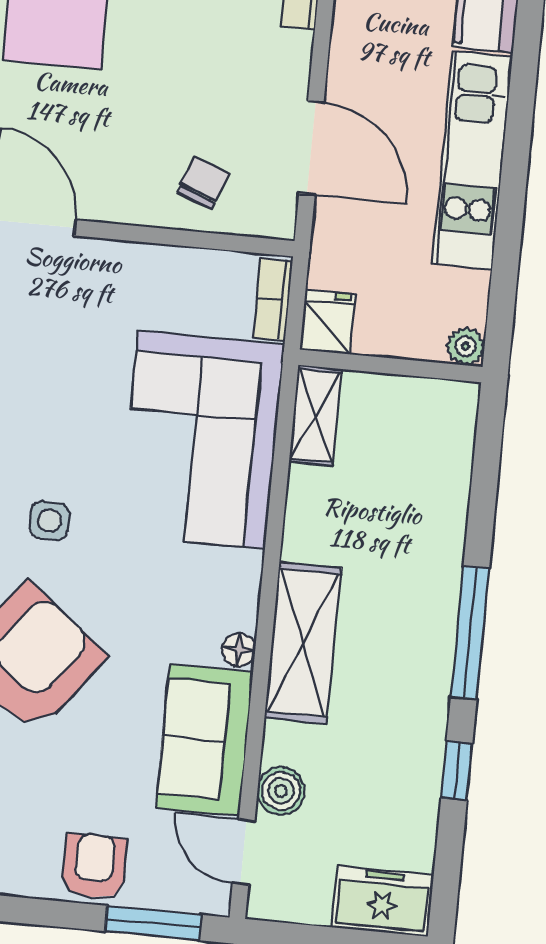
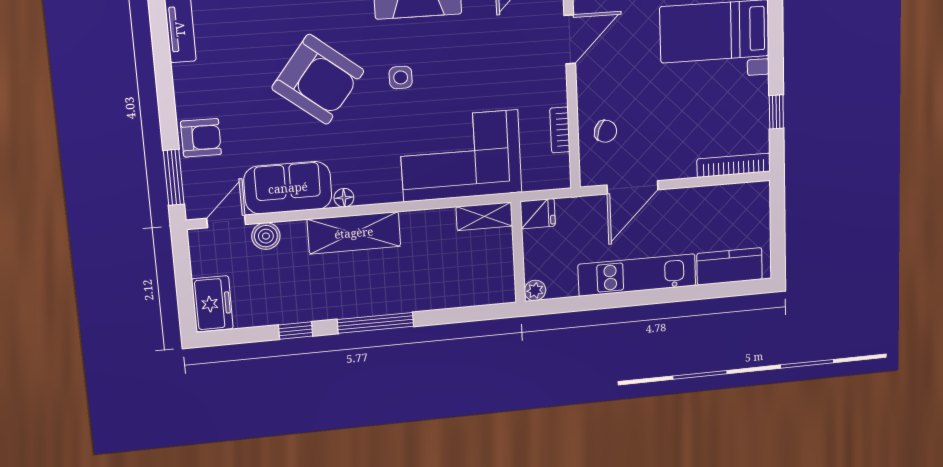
bookcase: (273, 299) -> (560, 130), moved, turned -90

